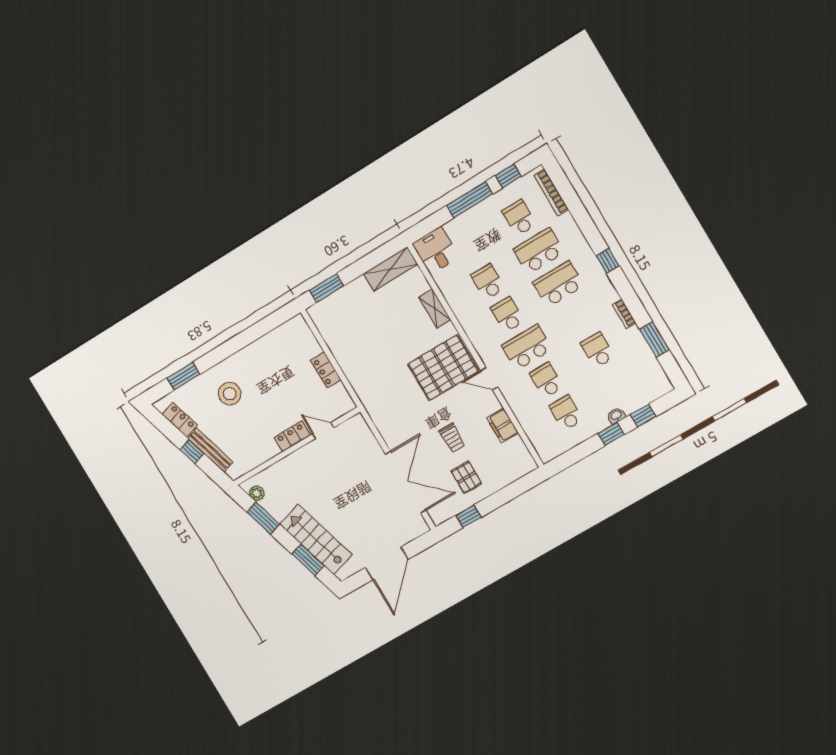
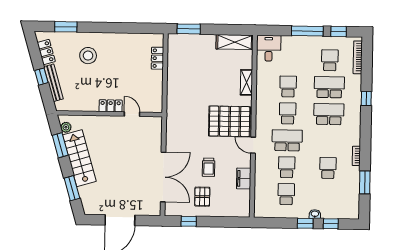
window: (608, 261) -> (366, 98), moved
locker: (326, 370) -> (157, 58), moved
stairs: (316, 539) -> (79, 158), moved

